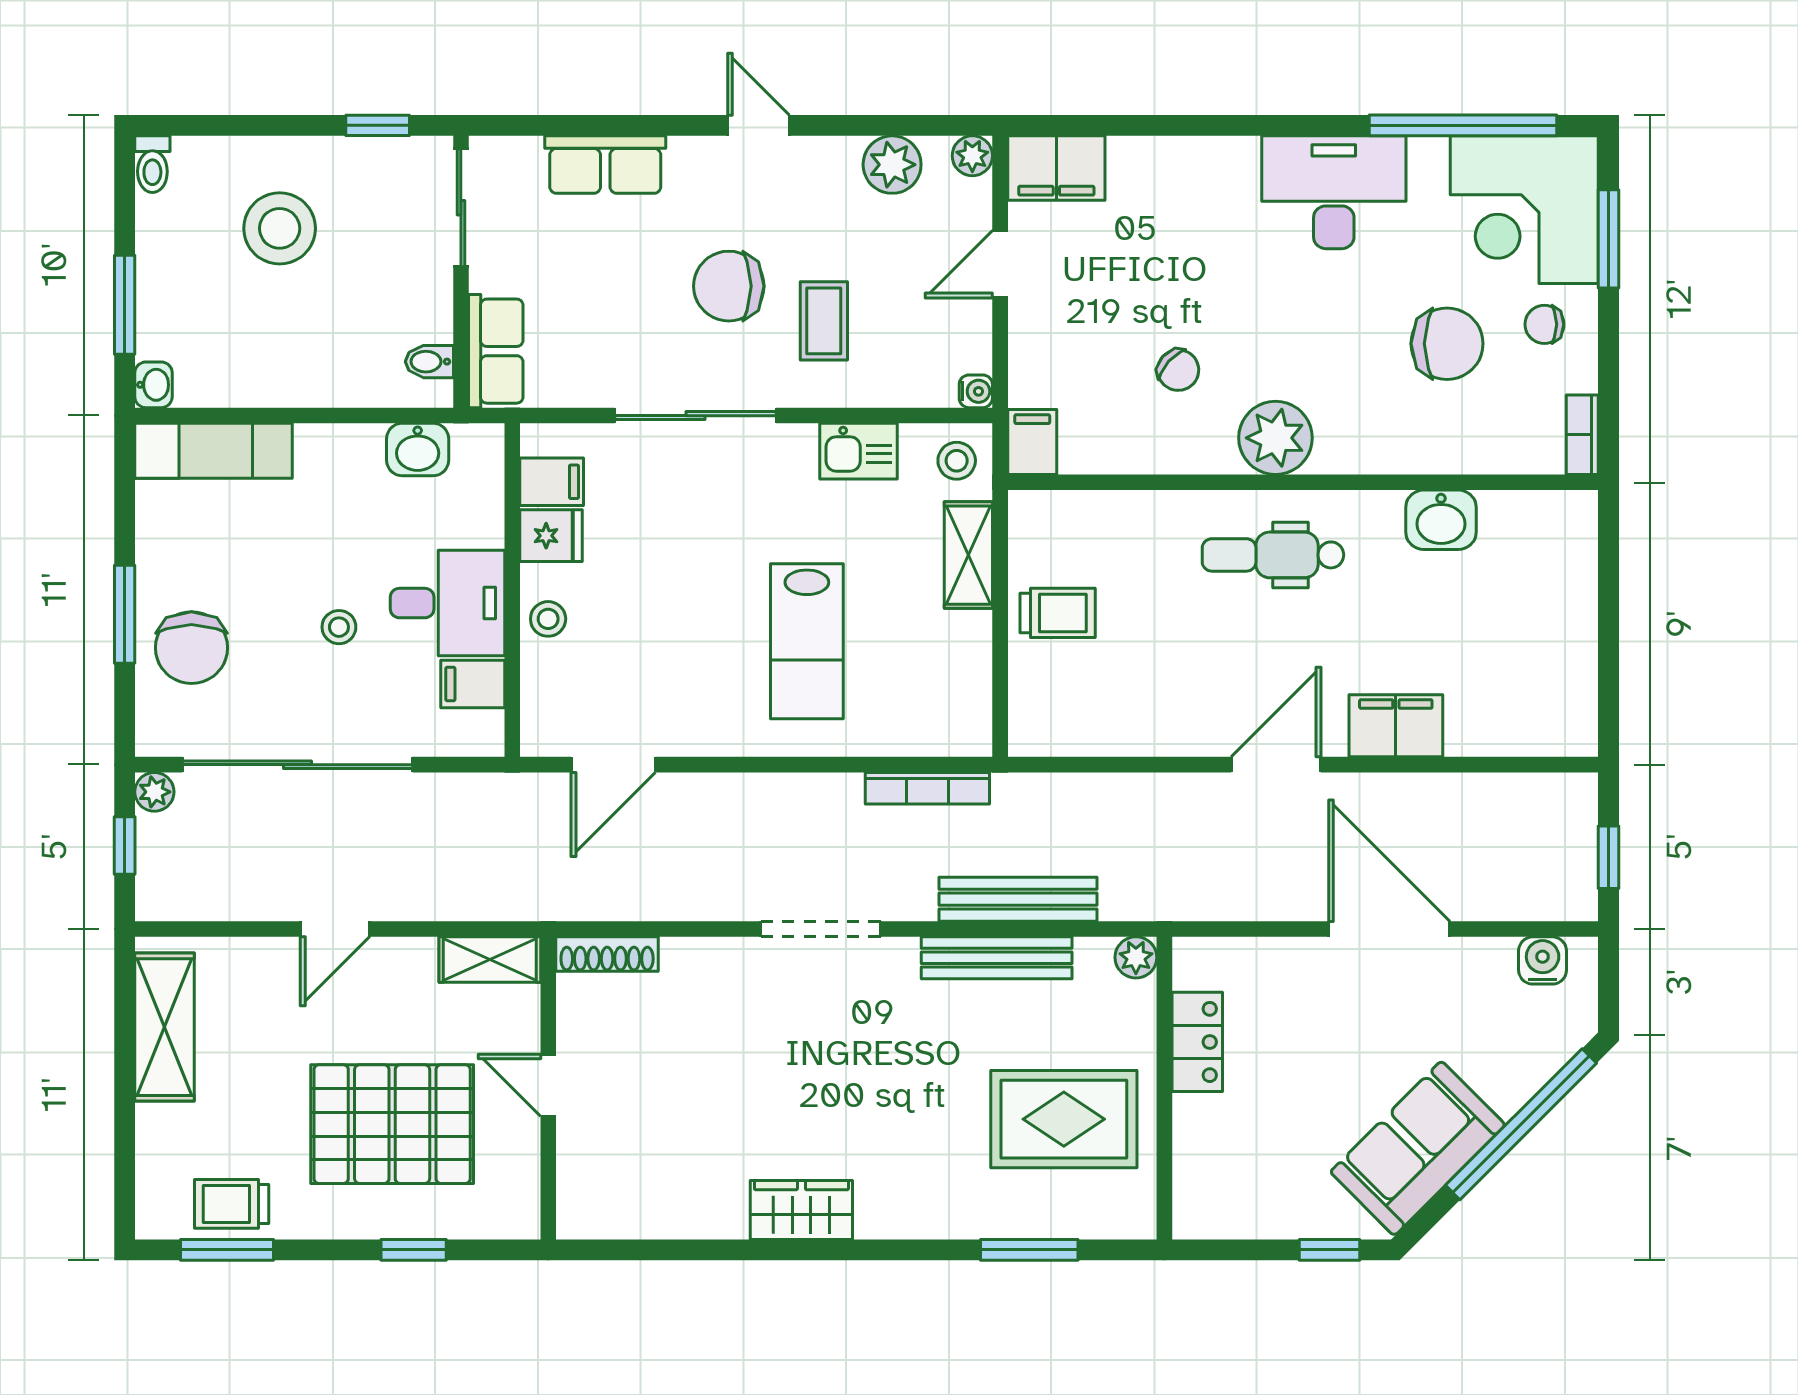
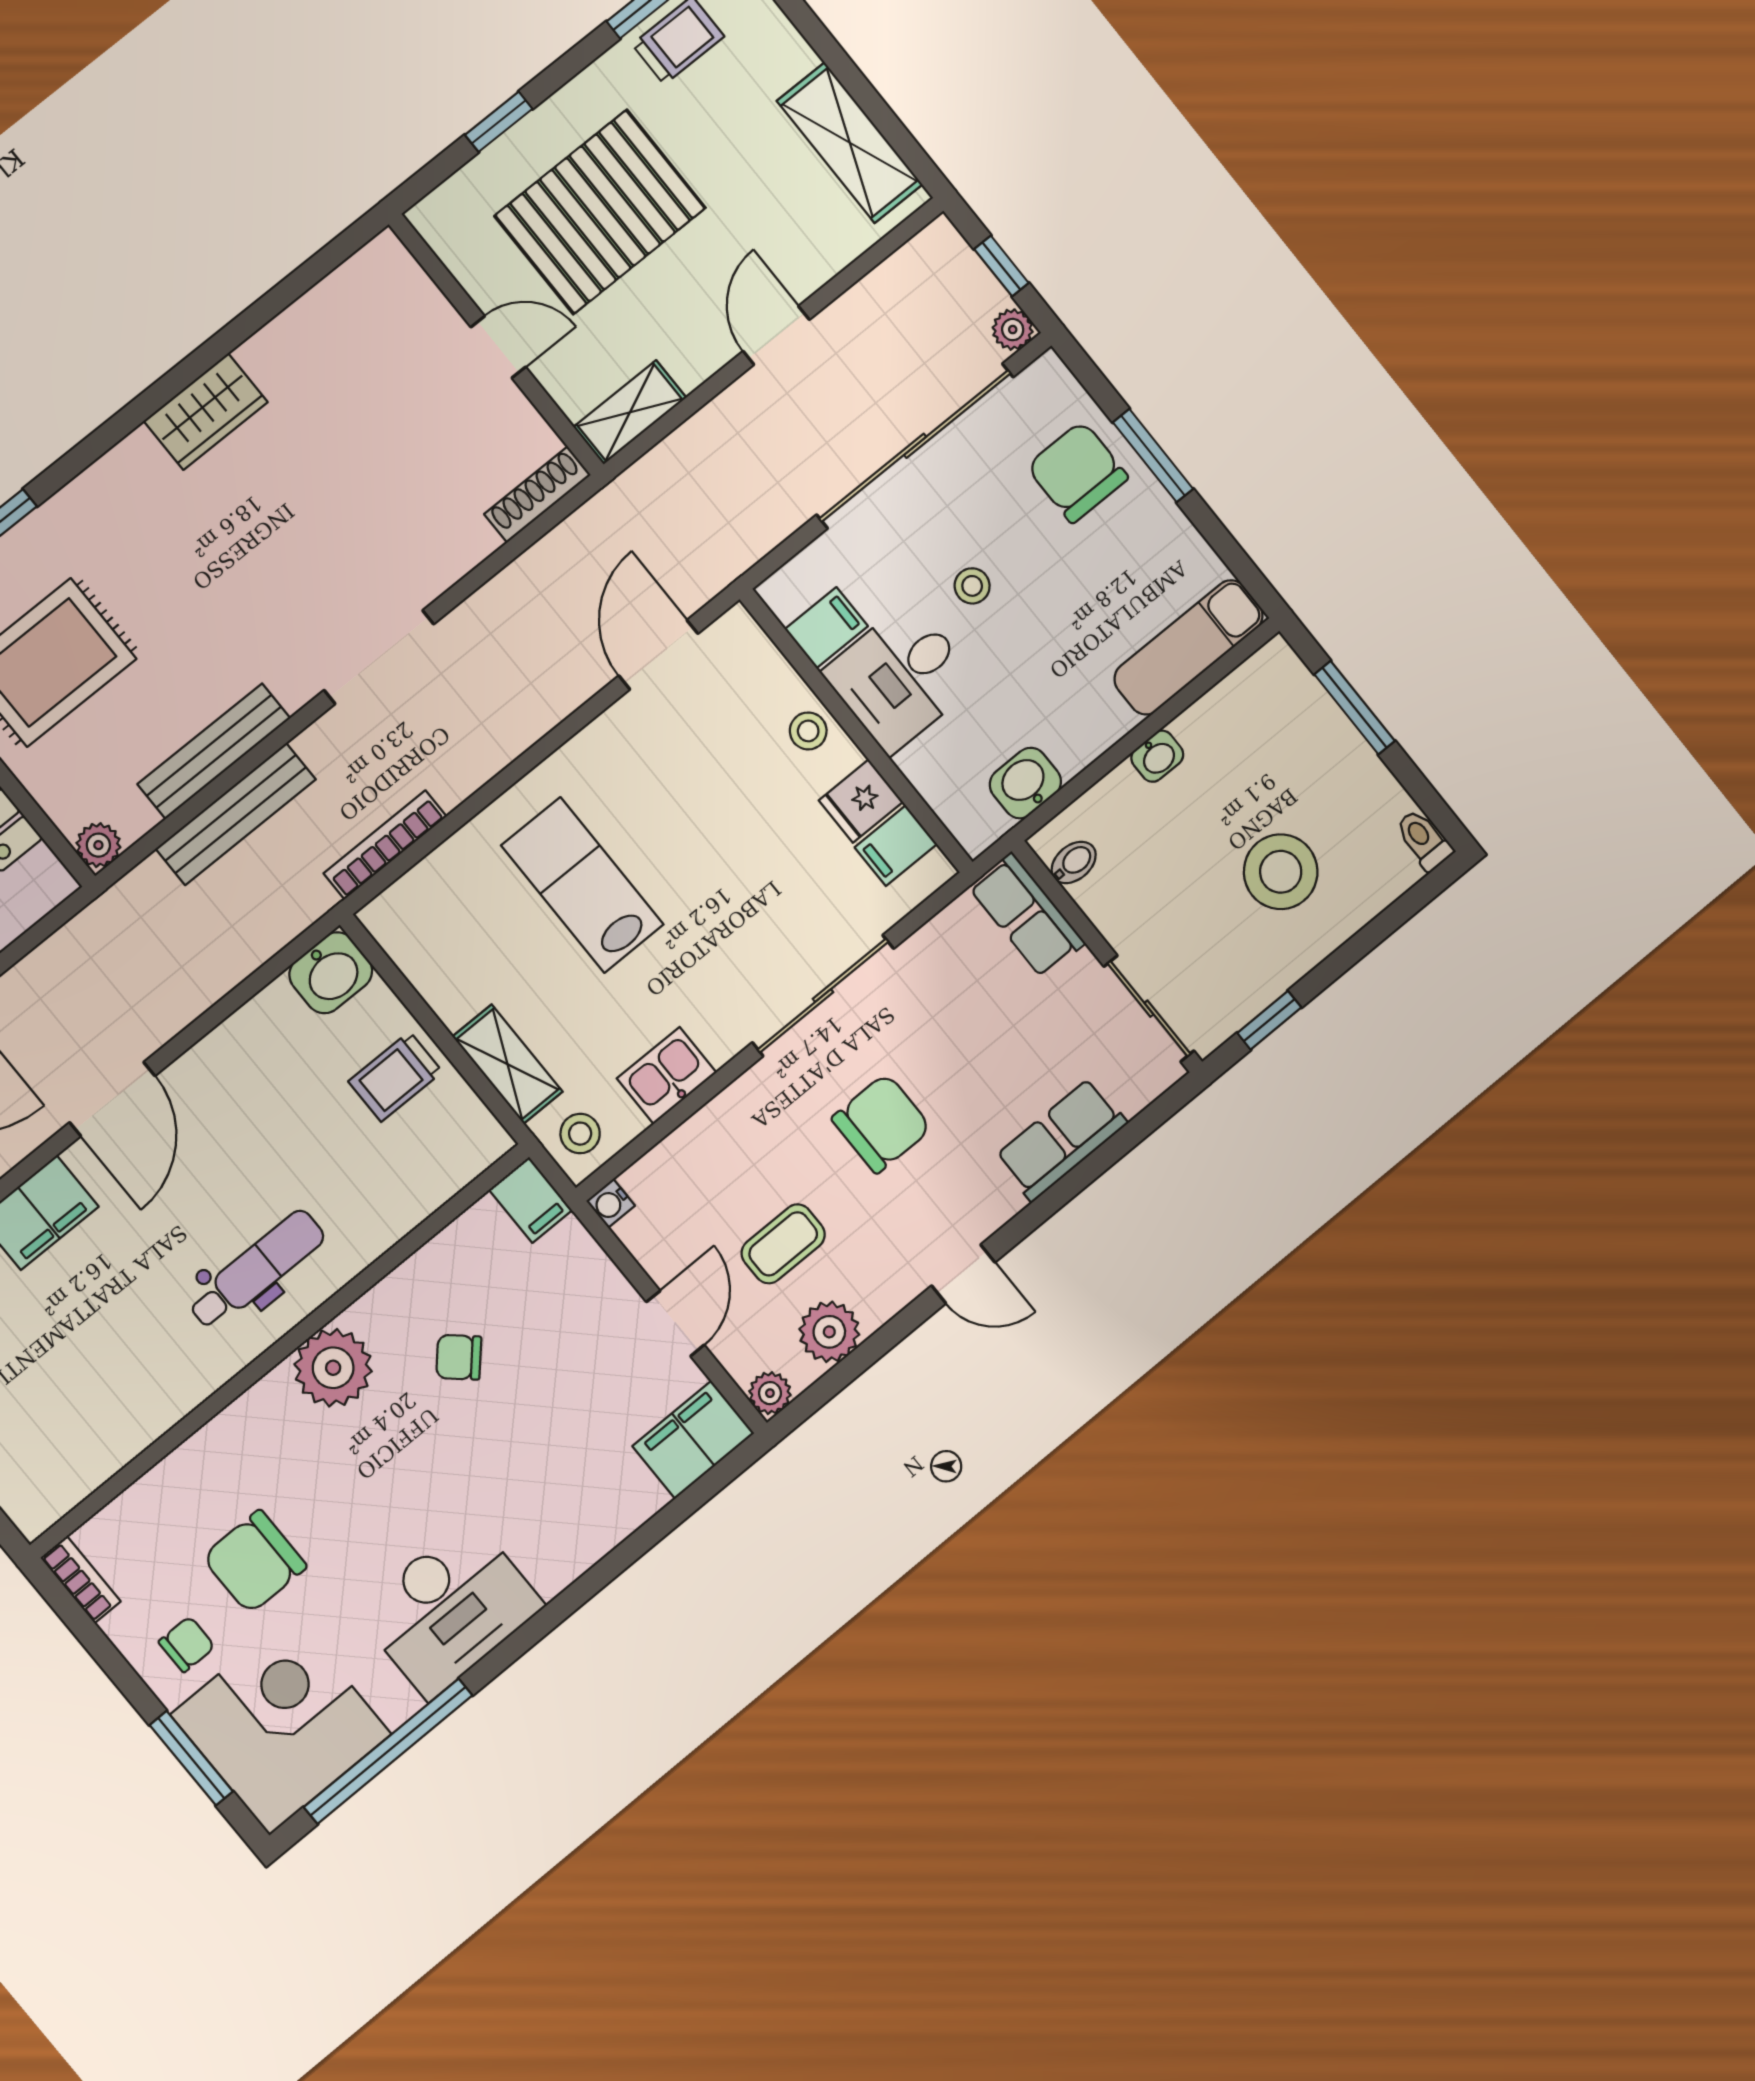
coffee table: (824, 321) -> (783, 1244), moved, turned 90
washbasin: (154, 385) -> (1157, 756), moved, turned -90
washbasin: (1441, 520) -> (331, 973), moved, turned 180

